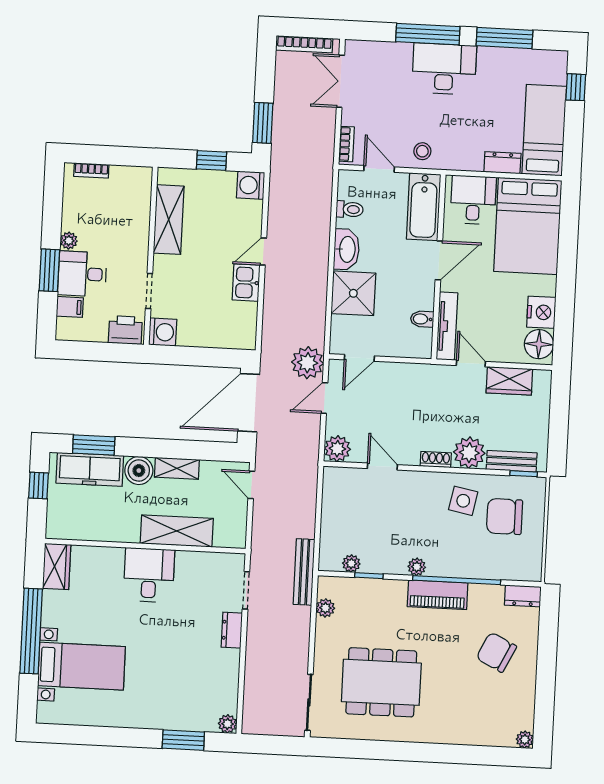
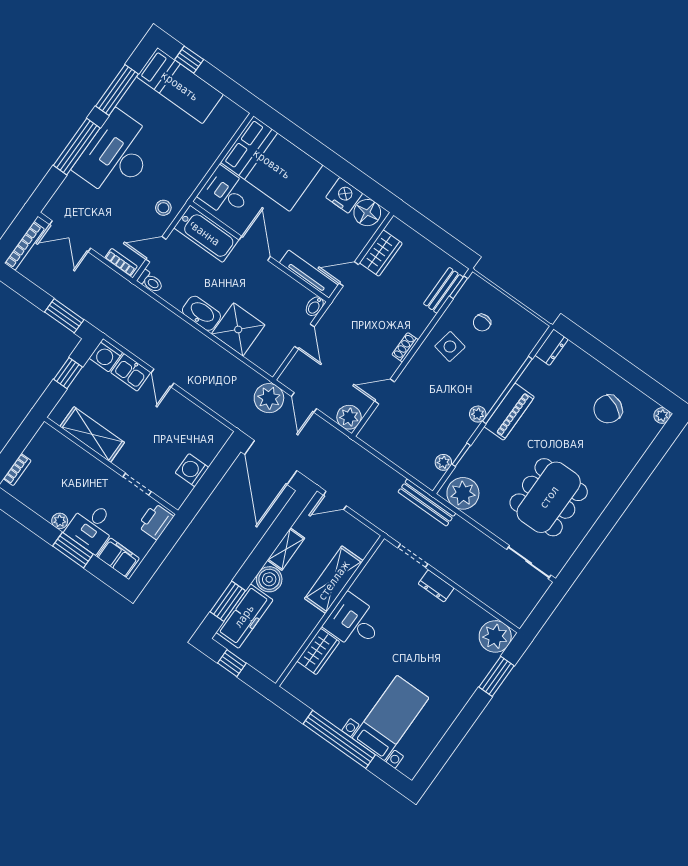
desk: (444, 69) -> (117, 155), width x1.36, depth x1.30
bed: (544, 130) -> (180, 86), moved, turned 180
dresser: (502, 163) -> (211, 152), removed
toilet: (350, 209) -> (150, 282), moved, turned 90
kitchen sink: (246, 283) -> (131, 372), moved
filing cabinet: (70, 307) -> (118, 558), width x2.00
bidet: (422, 319) -> (315, 306), moved
washing machine: (163, 332) -> (192, 470), moved, turned -90
door: (359, 358) -> (304, 337), moved
plant: (469, 453) -> (416, 318), removed
chair: (505, 517) -> (482, 323), width x0.54, depth x0.54
wardrobe: (57, 566) -> (318, 651), moved, turned 90
plant: (325, 608) -> (463, 493), width x1.88, depth x1.88
chair: (496, 652) -> (608, 409), moved
plant: (228, 724) -> (495, 636), width x1.87, depth x1.87

